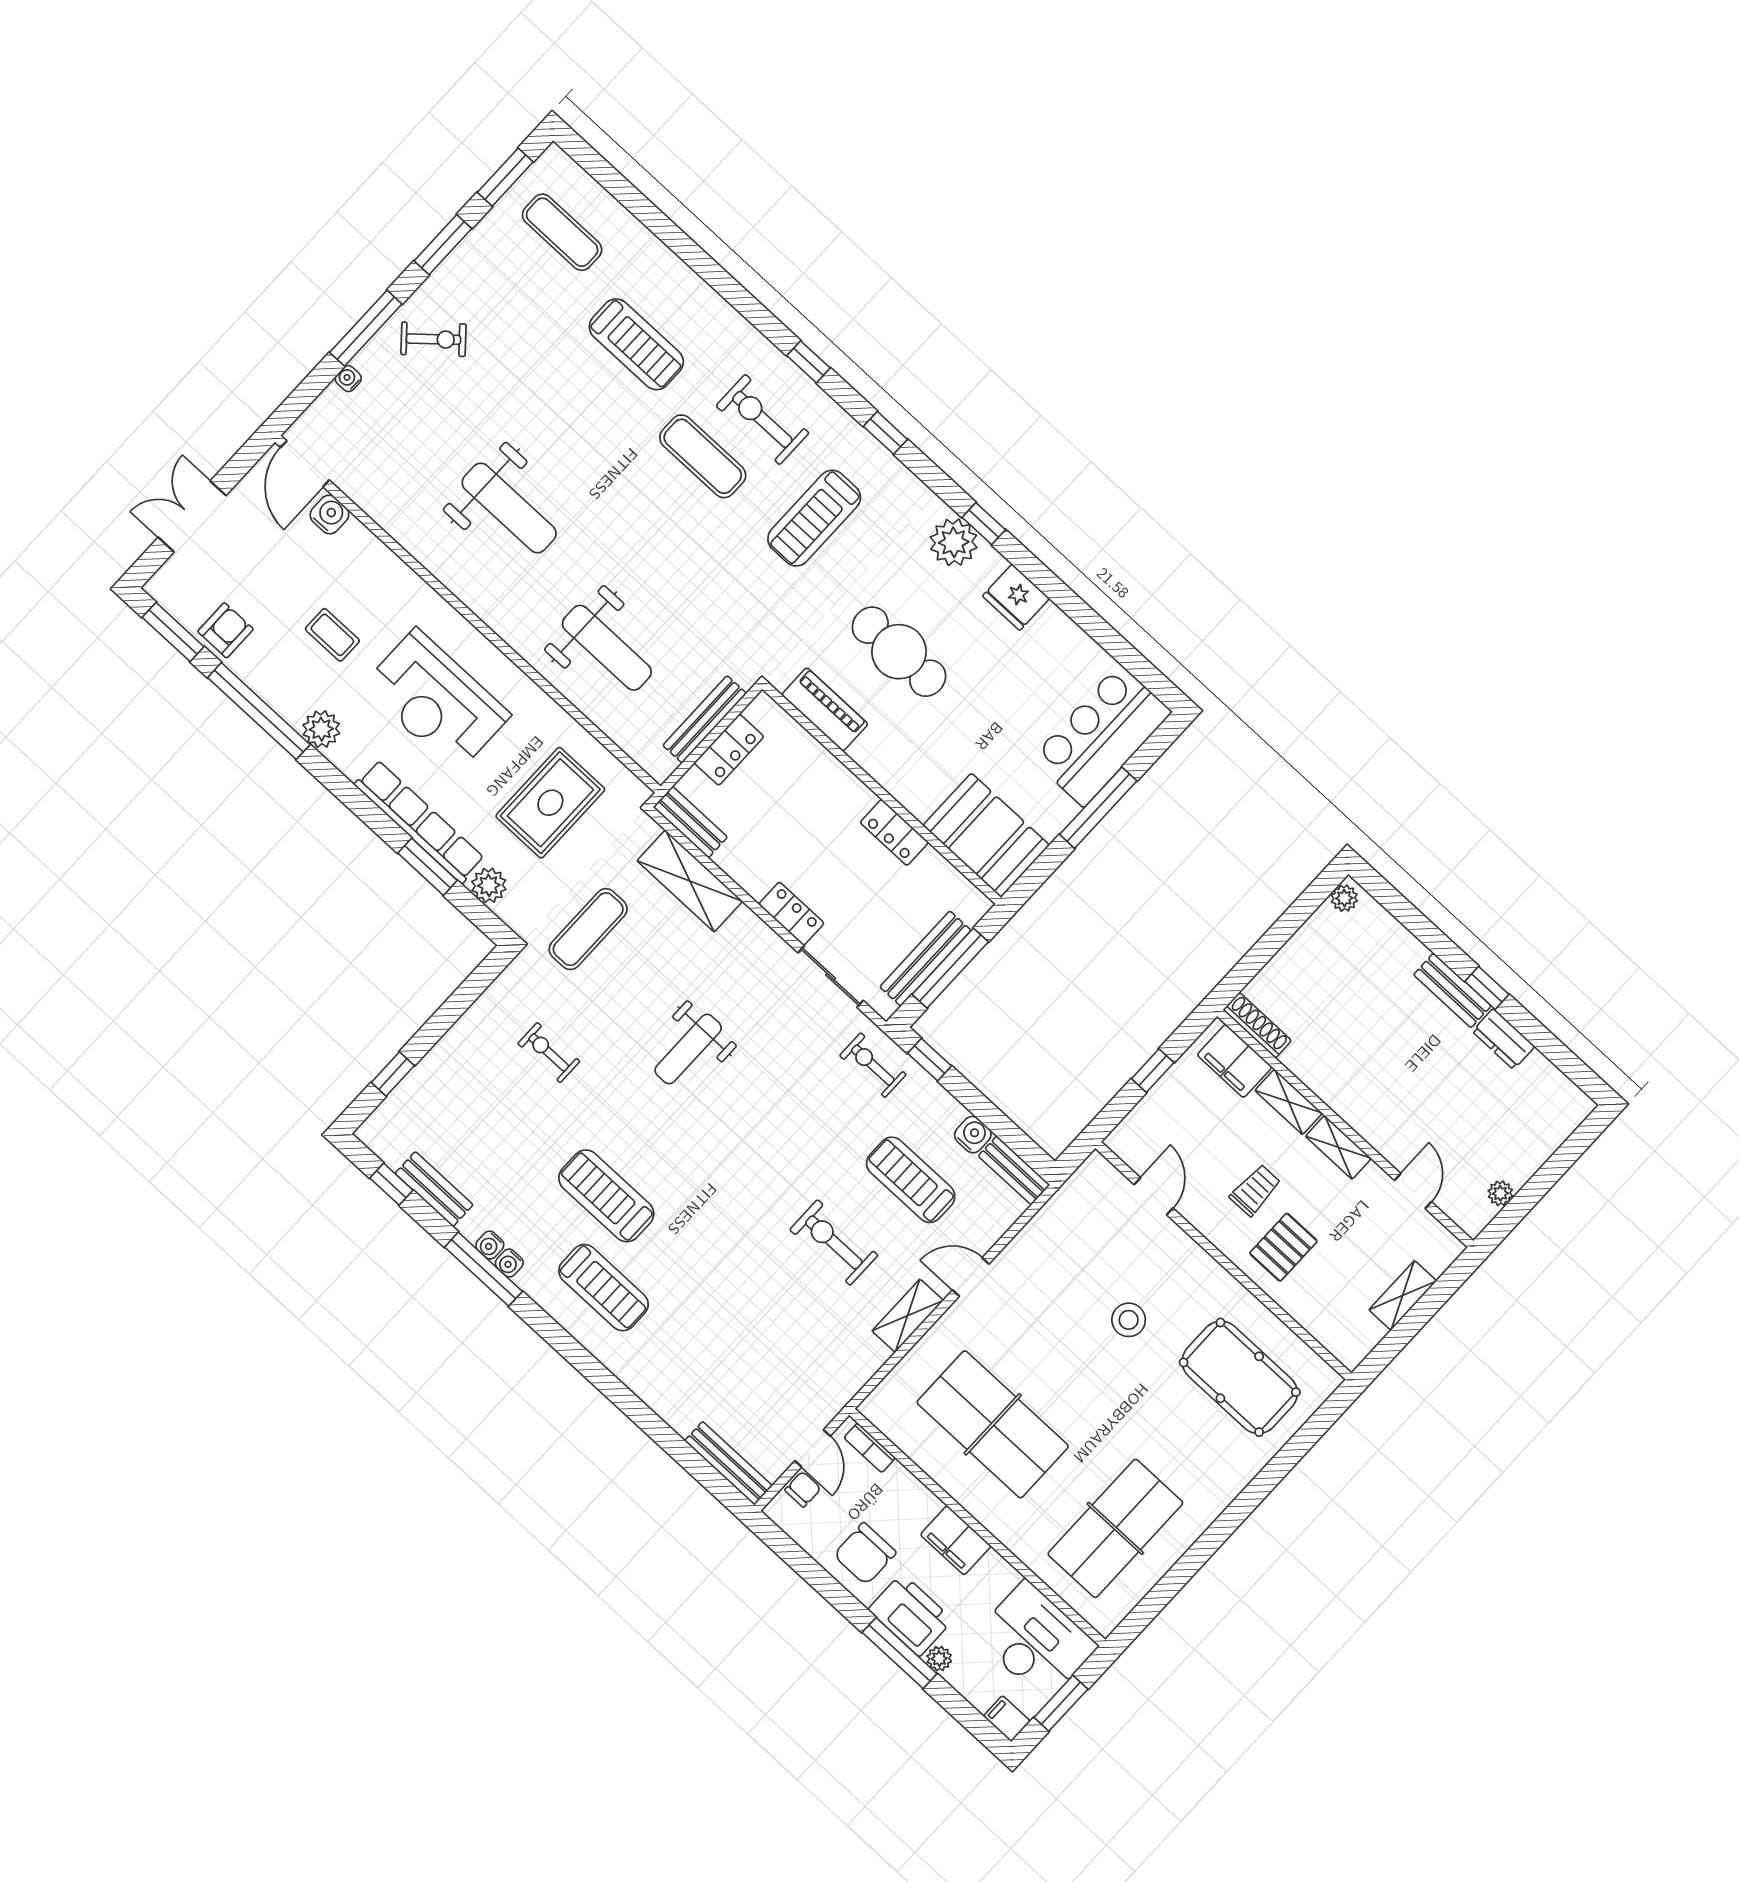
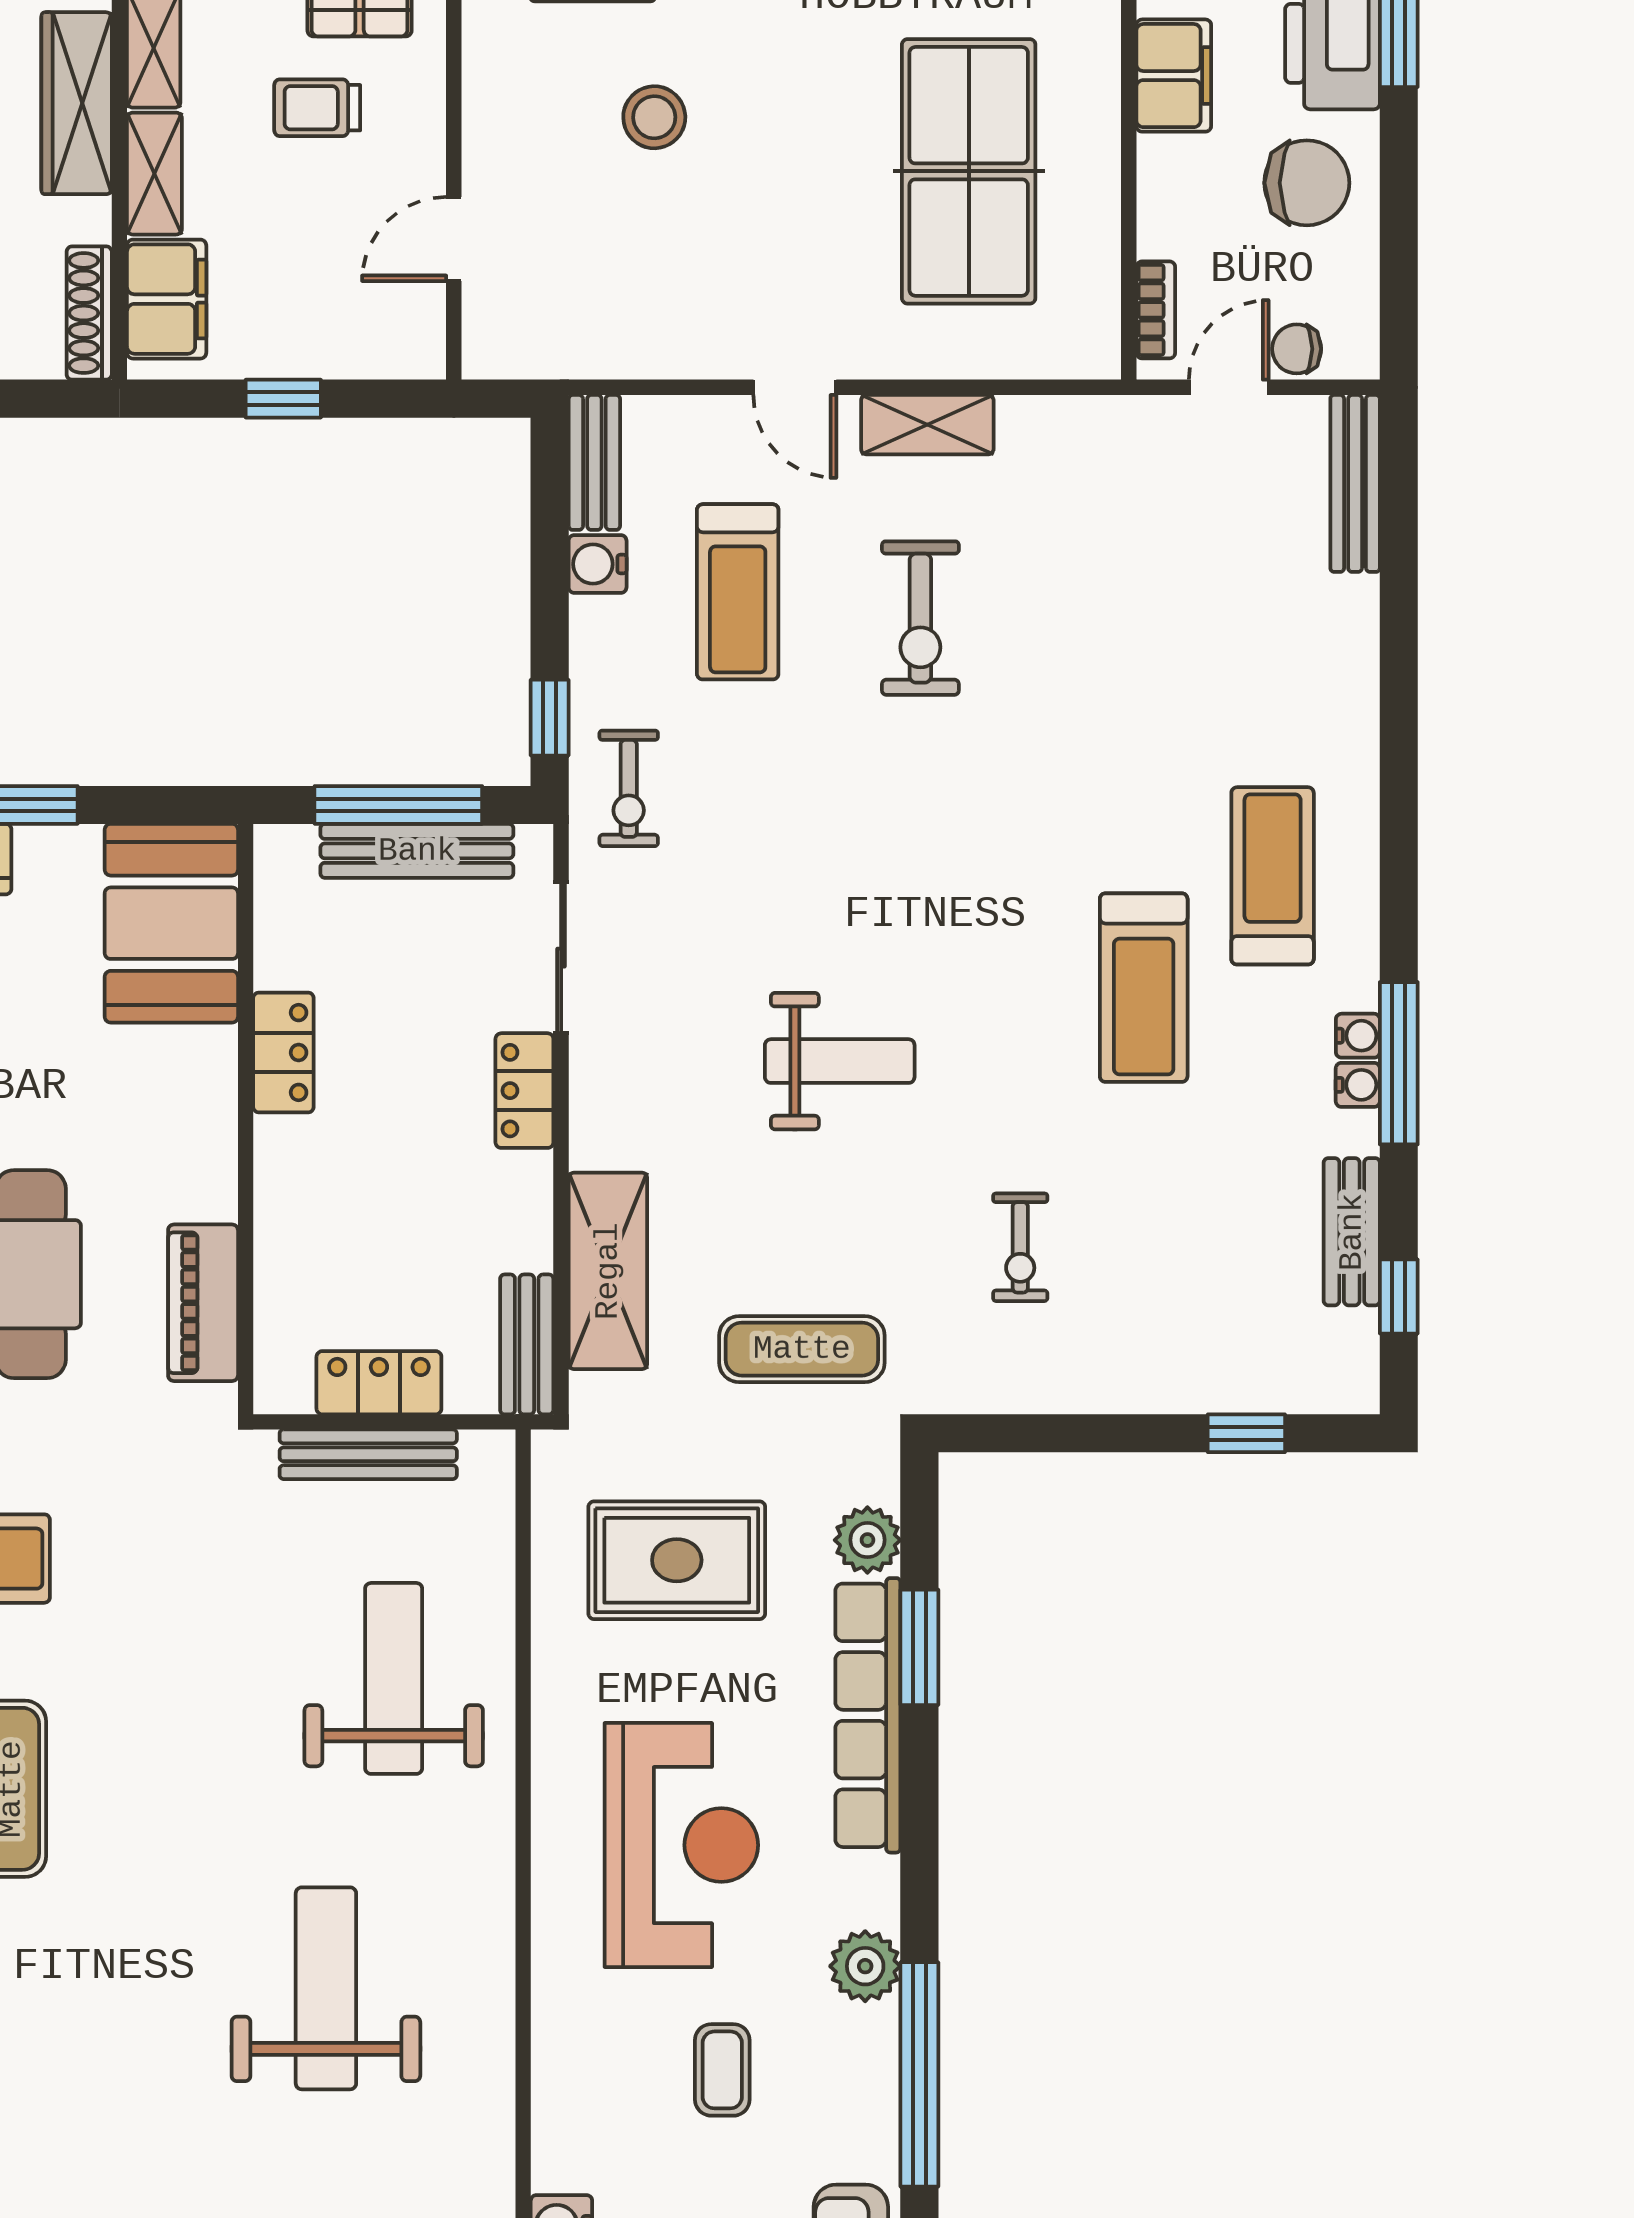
wardrobe: (1345, 1097) -> (77, 103), added

